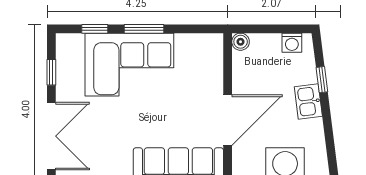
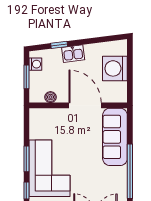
window: (272, 29) -> (26, 77), added
boiler: (241, 42) -> (51, 97), moved

